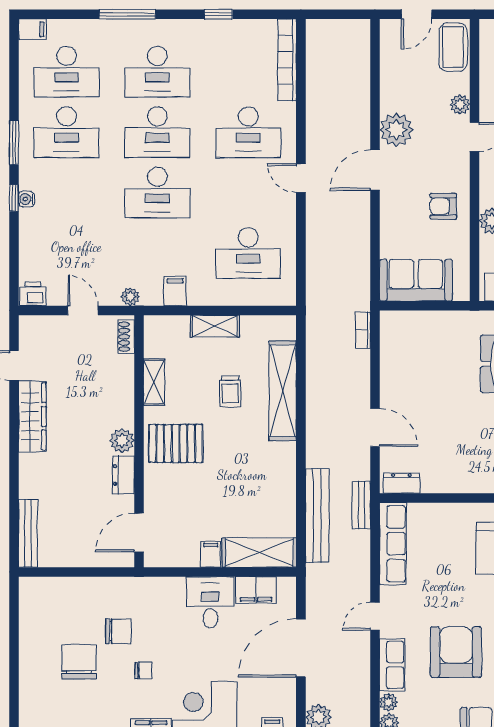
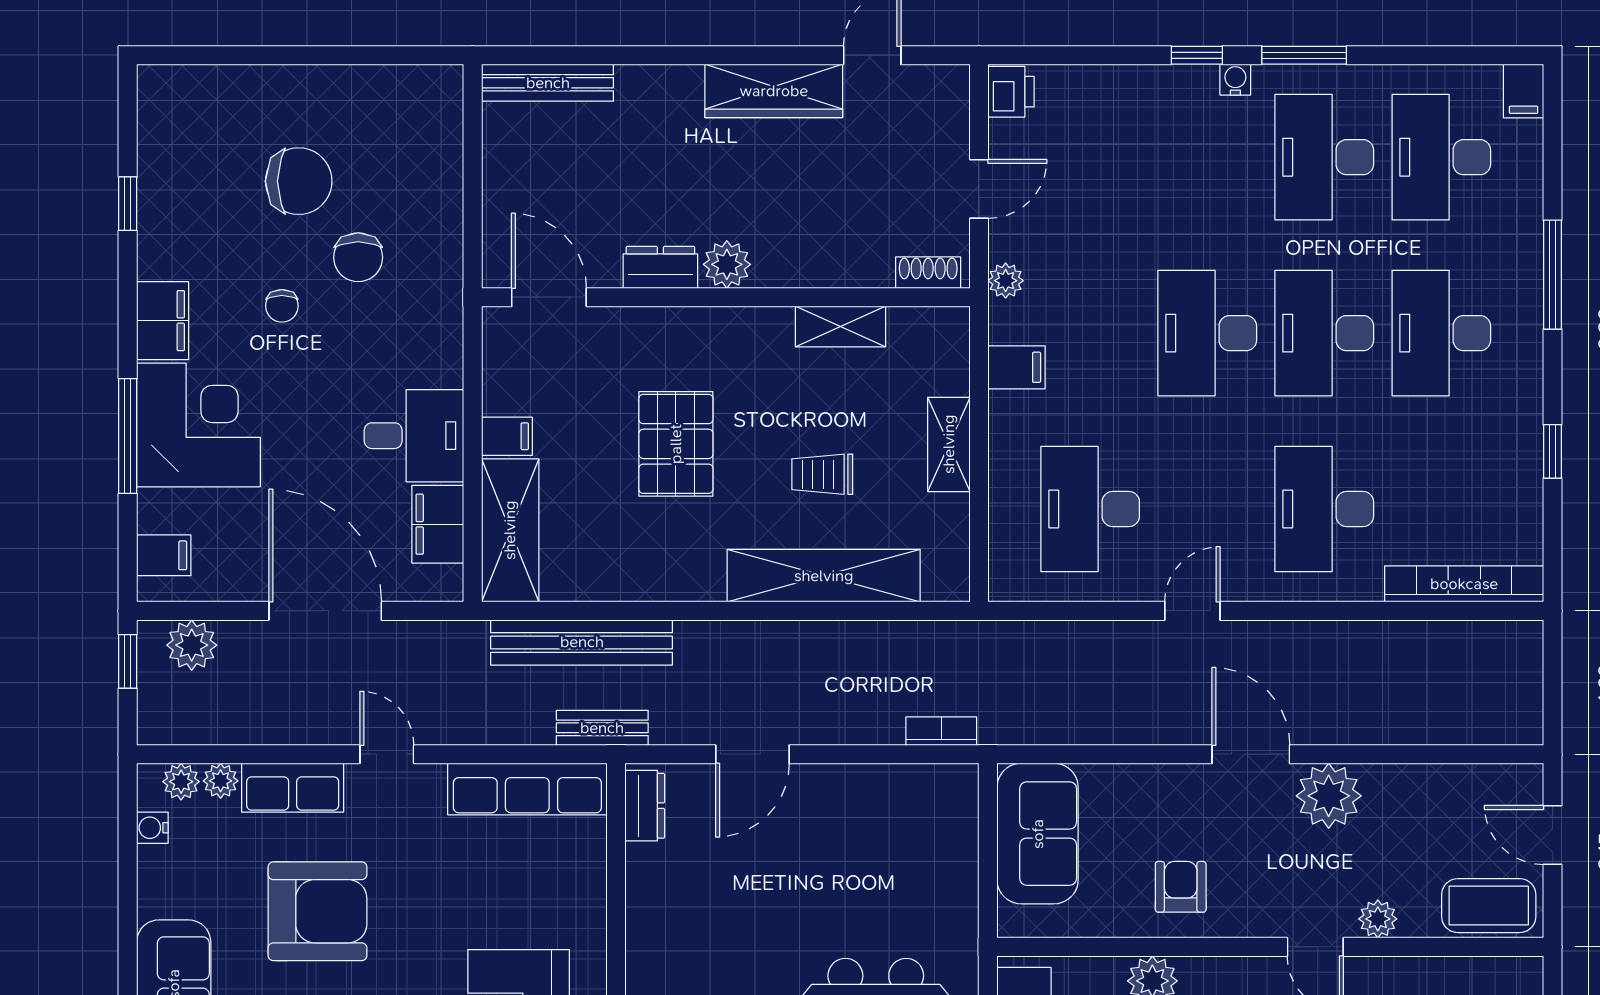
door: (301, 178) -> (1192, 611), moved
water cooler: (27, 199) -> (1235, 80), moved
pallet: (176, 443) -> (676, 444), moved

